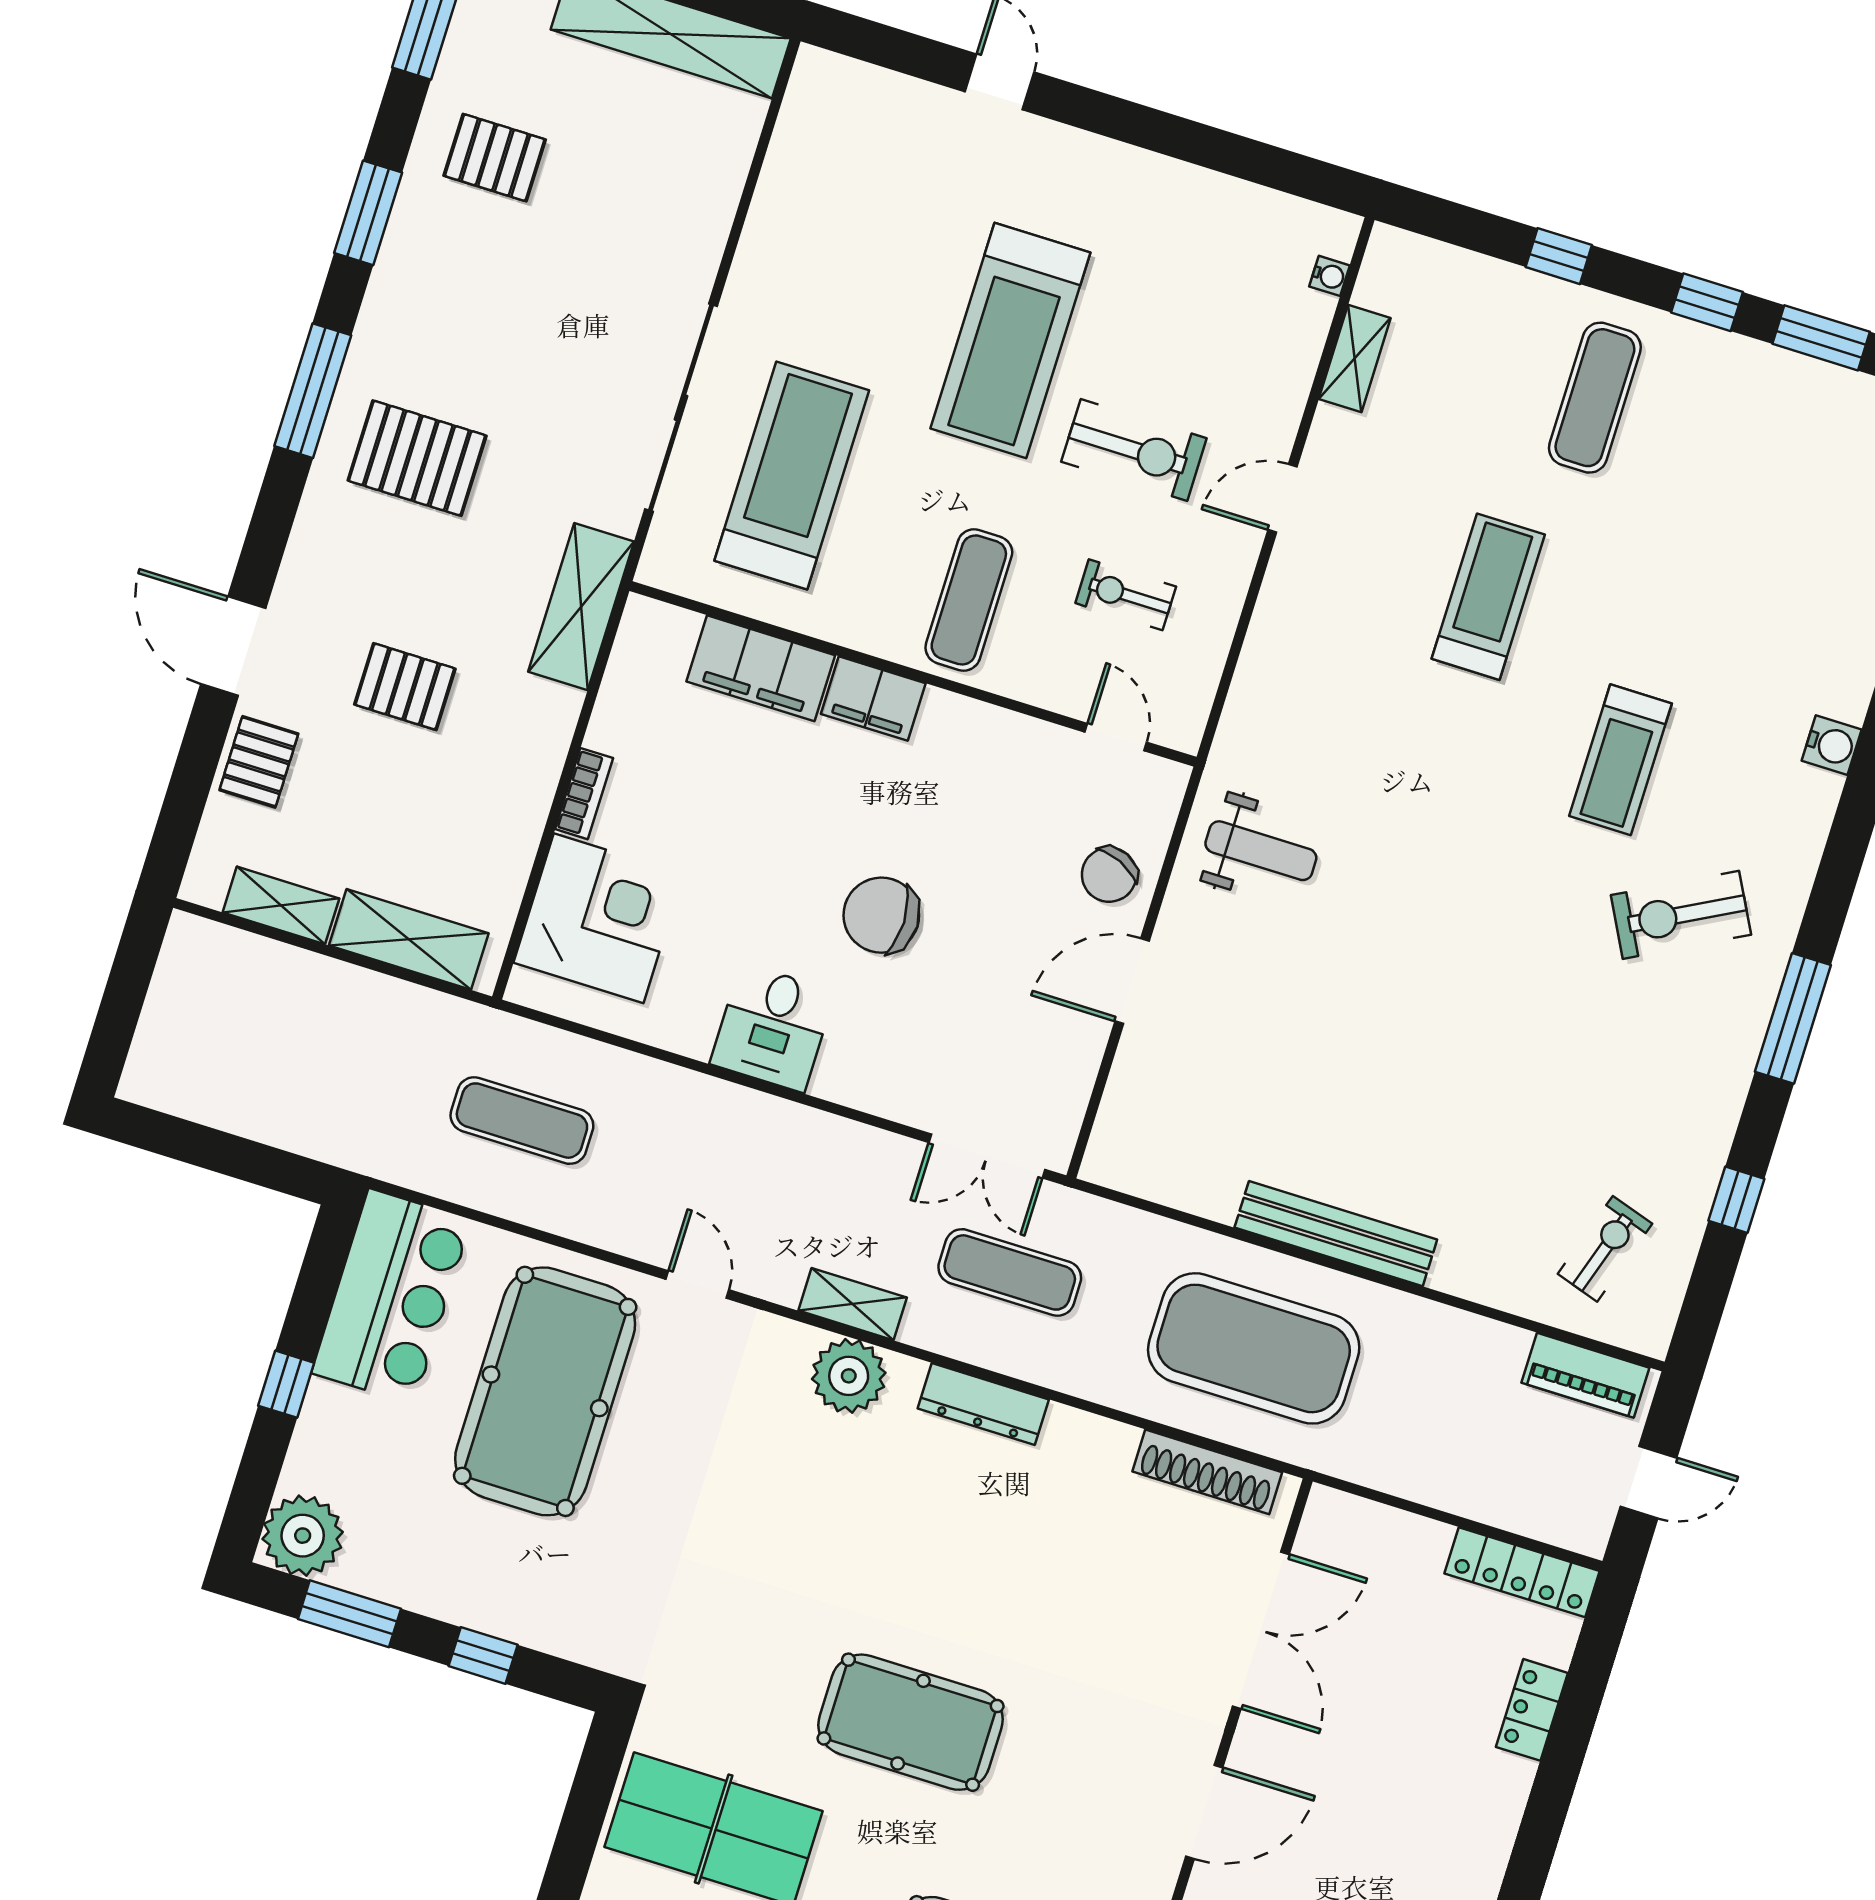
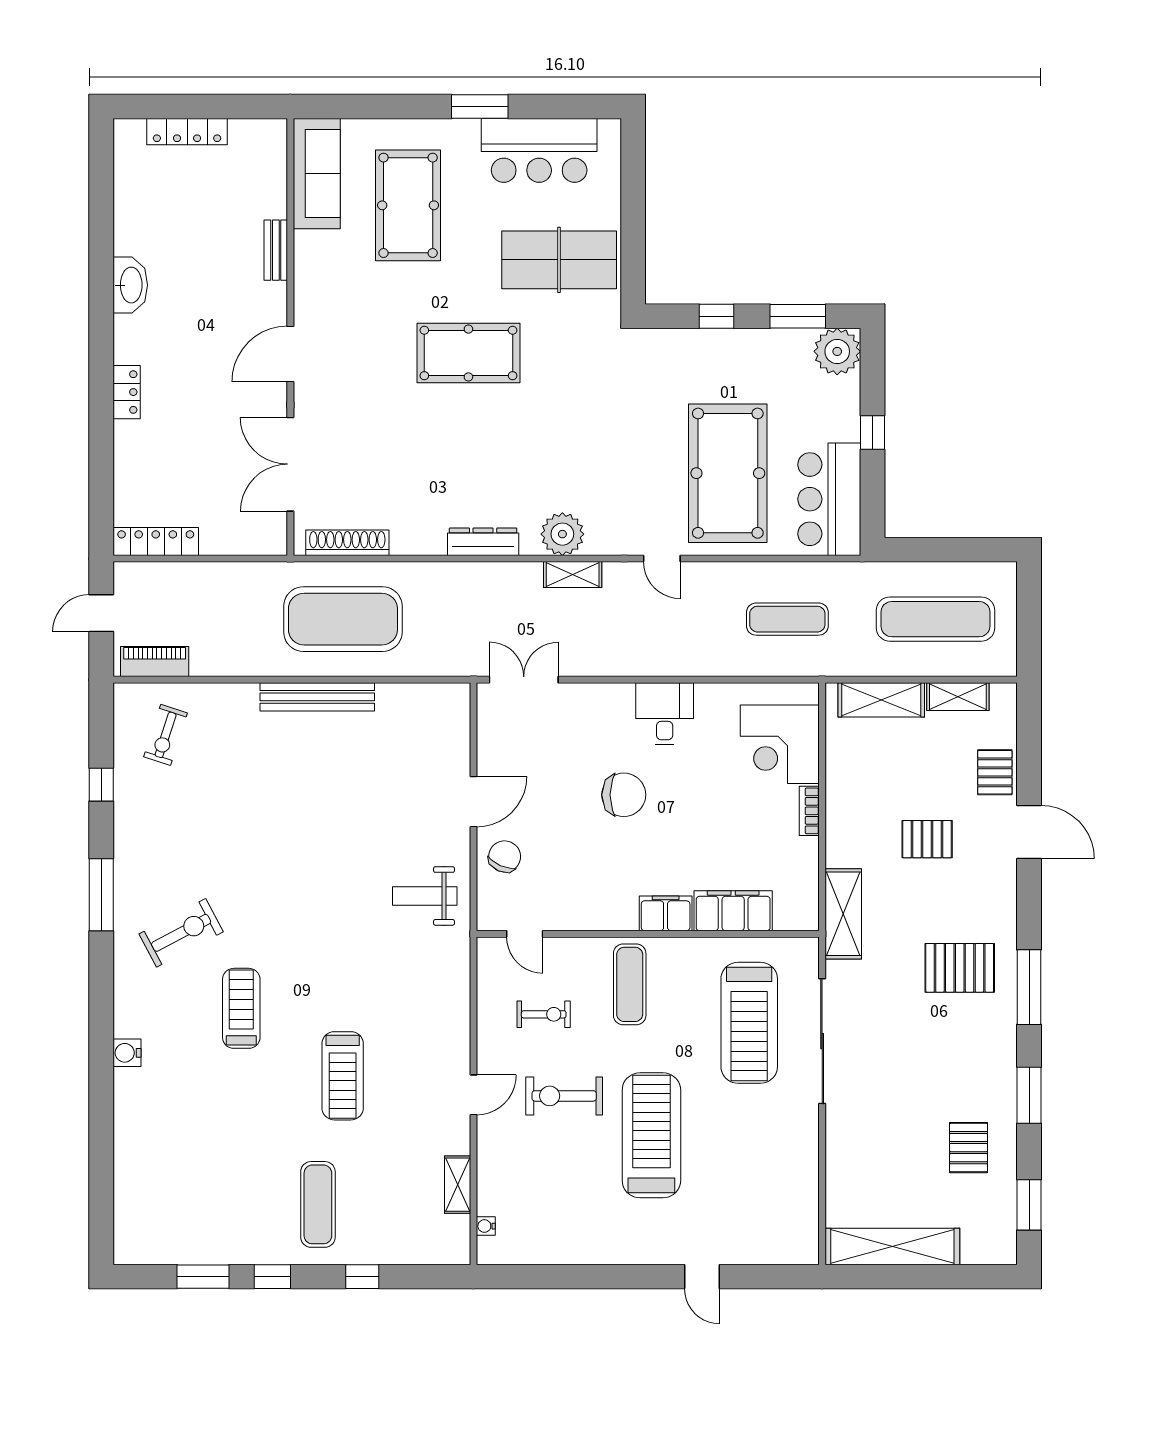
pallet: (495, 158) -> (969, 1148), turned 90
exercise mat: (1010, 1272) -> (935, 619), moved, width x1.36, depth x1.45
locker: (1532, 1710) -> (127, 392), moved

